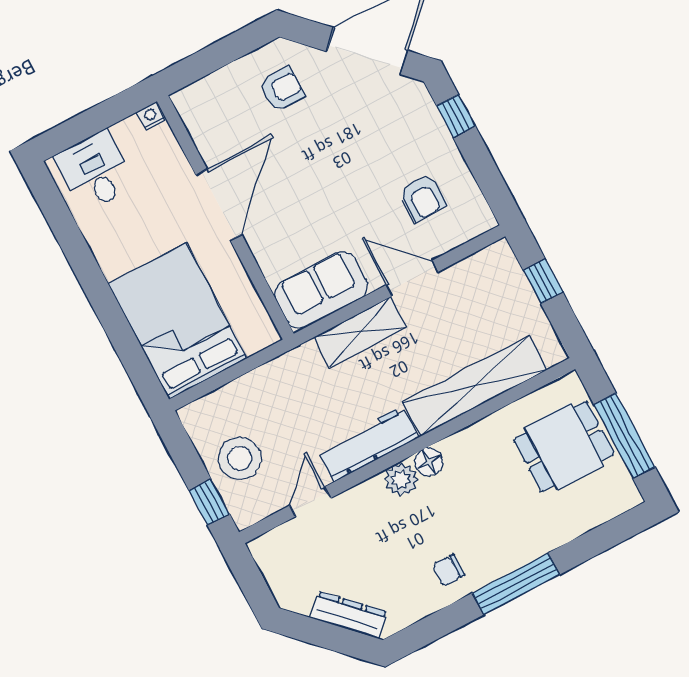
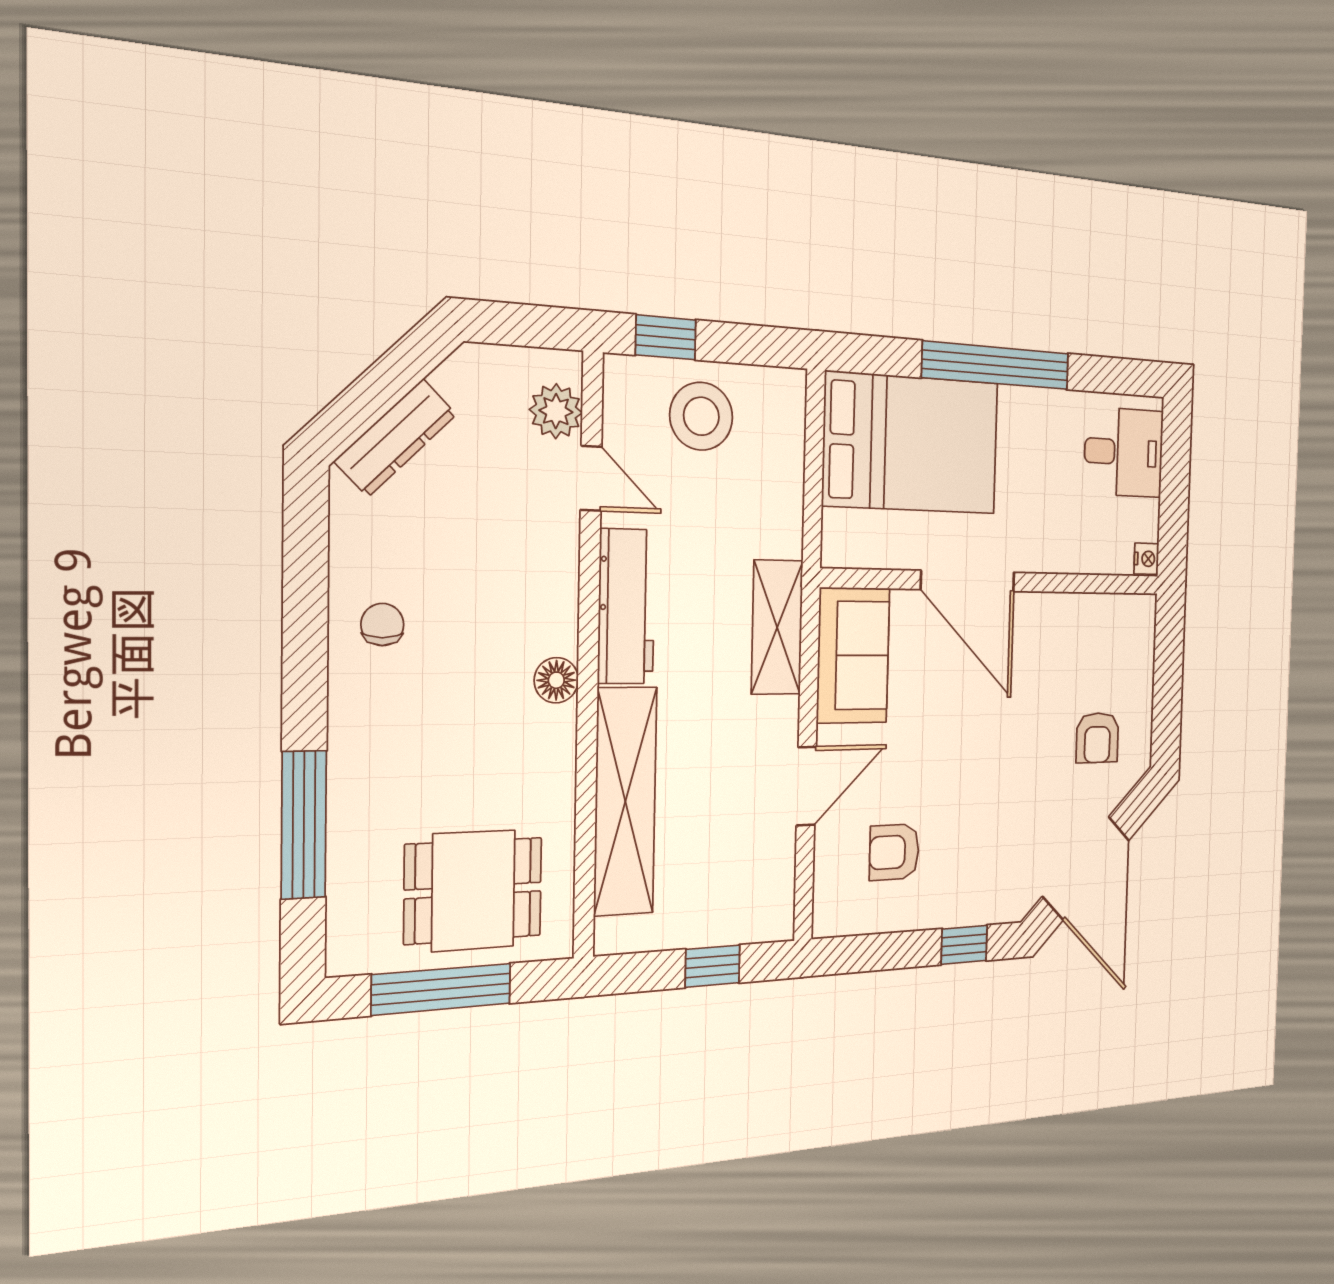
door: (219, 205) -> (968, 581), moved
window: (98, 291) -> (996, 365), added
shelving: (360, 332) -> (777, 627), moved
dining table: (564, 446) -> (473, 890), turned 90
plant: (401, 480) -> (556, 411), moved
window: (516, 584) -> (304, 825), moved

